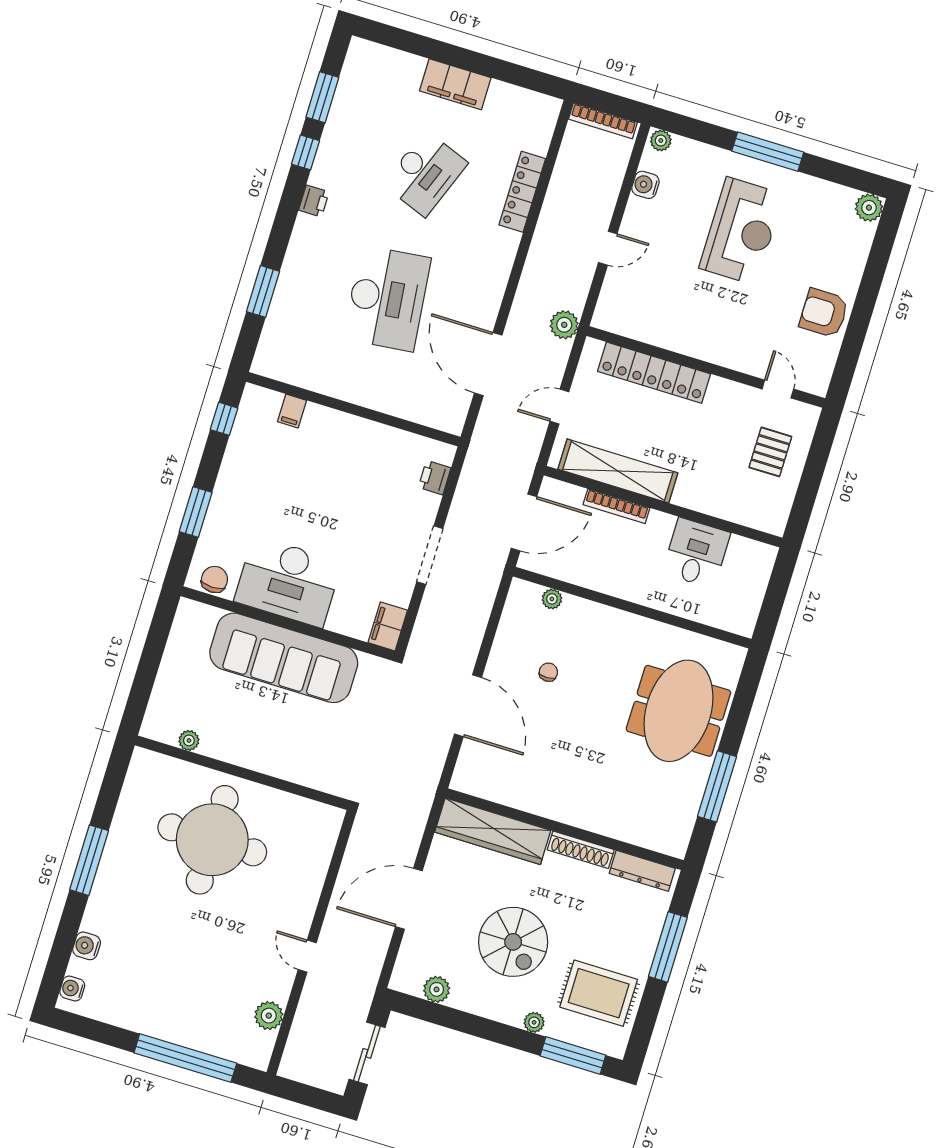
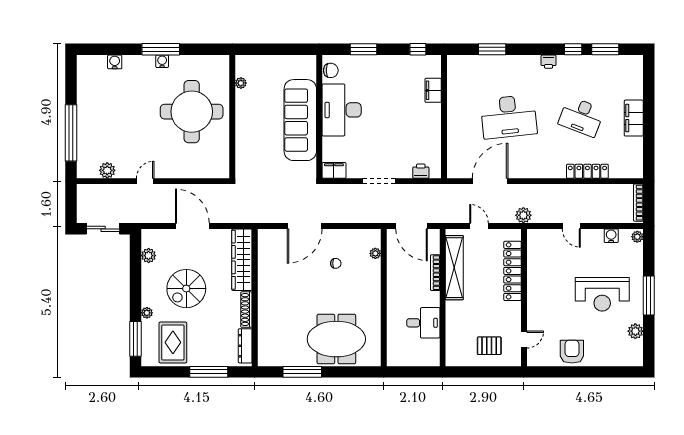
plant: (869, 208) -> (635, 331), moved
filing cabinet: (292, 411) -> (433, 90), width x2.00
water cooler: (72, 989) -> (162, 61), moved

